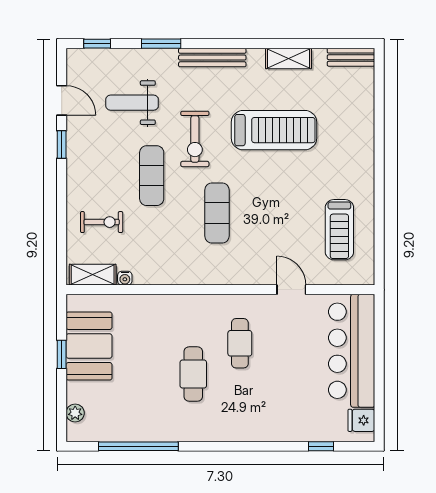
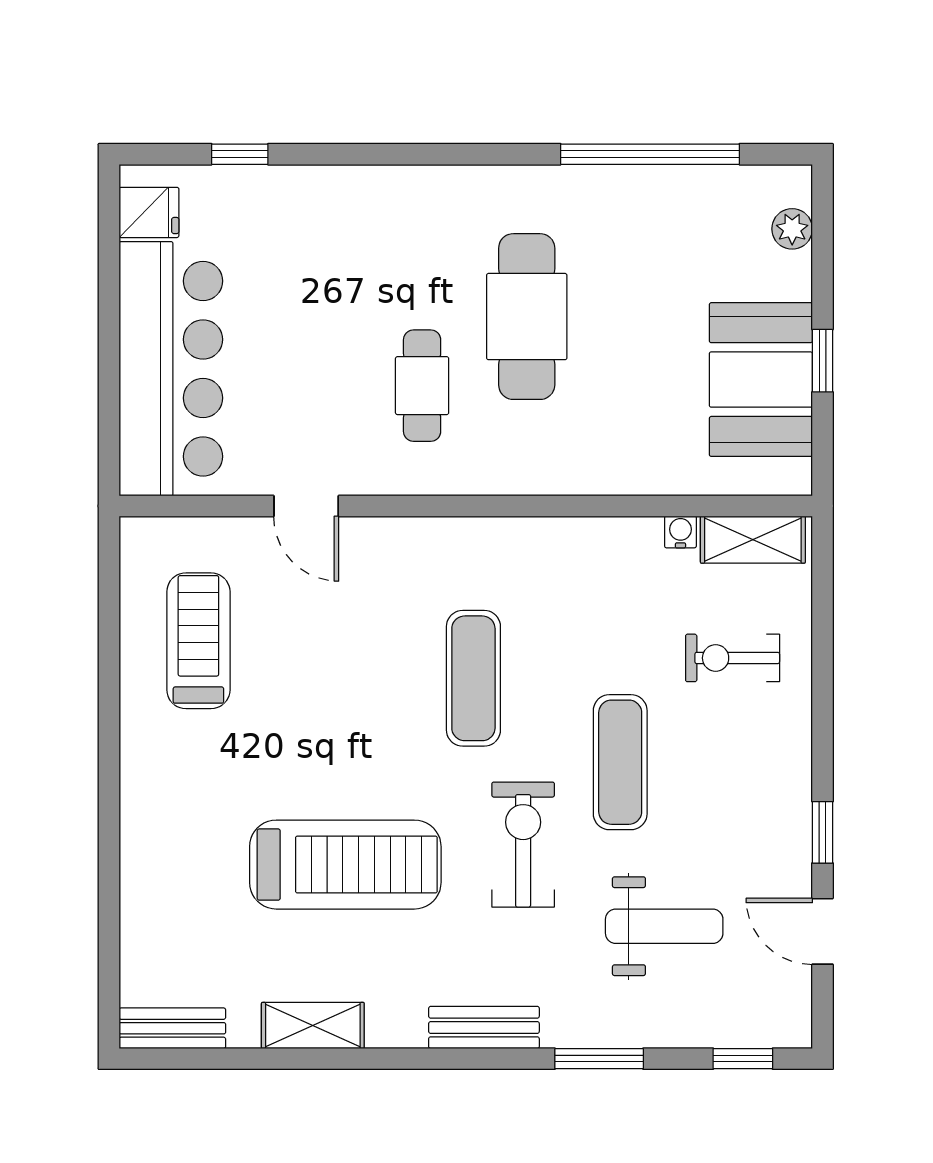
bench: (212, 58) -> (484, 1027), width x0.73
treadmill: (274, 130) -> (345, 865), turned 180
cafe table: (193, 374) -> (527, 317), width x1.37, depth x1.35

